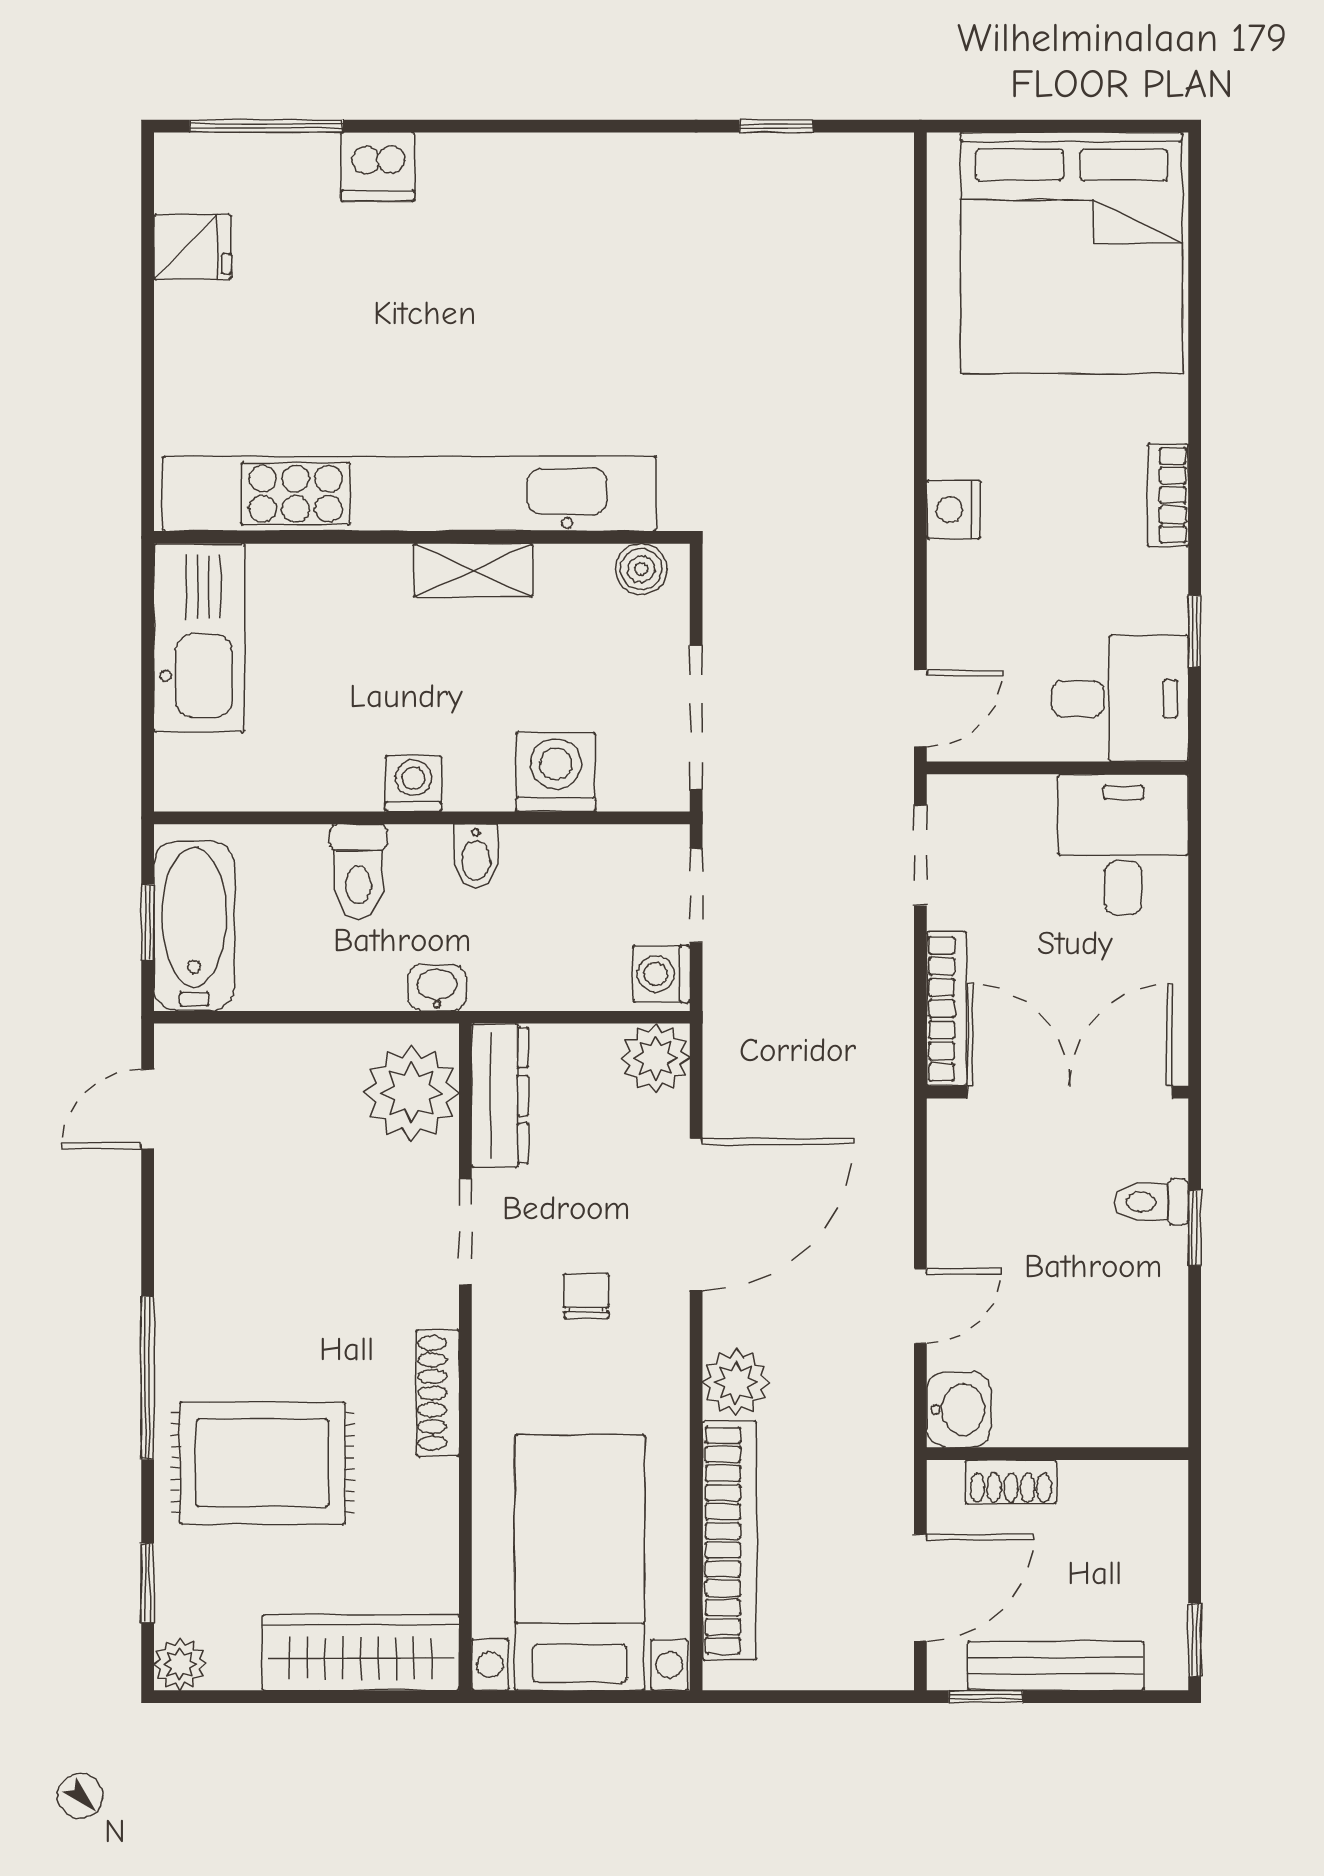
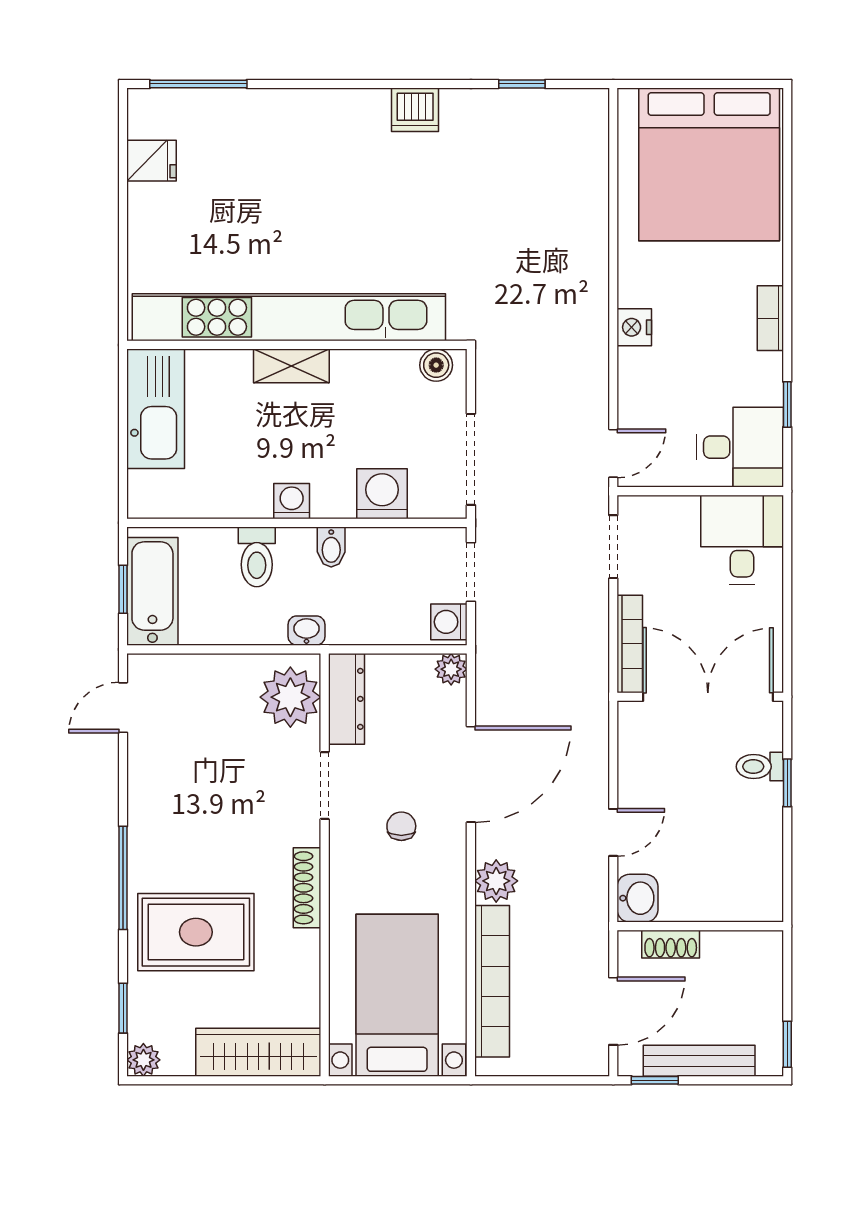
dishwasher: (378, 167) -> (415, 110), moved
shelving: (473, 570) -> (291, 366), moved
plant: (655, 1058) -> (451, 669), width x0.73, depth x0.73

